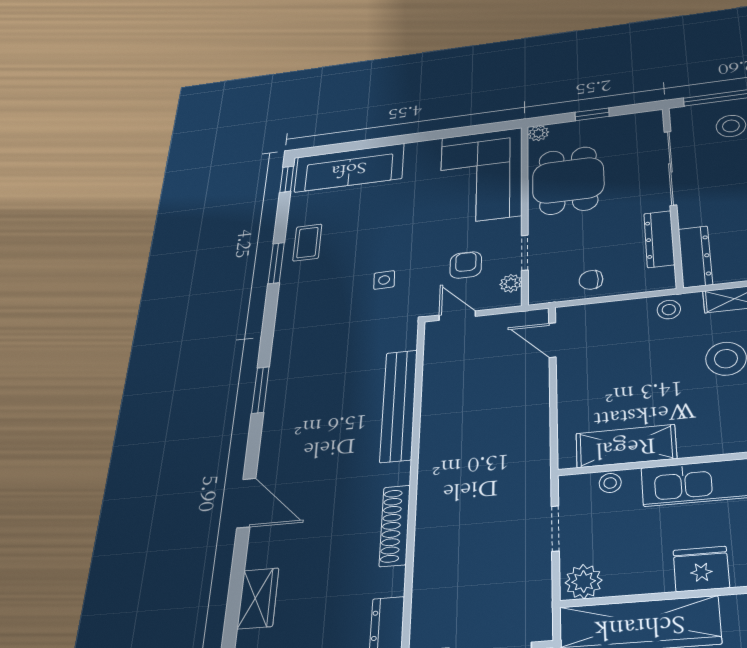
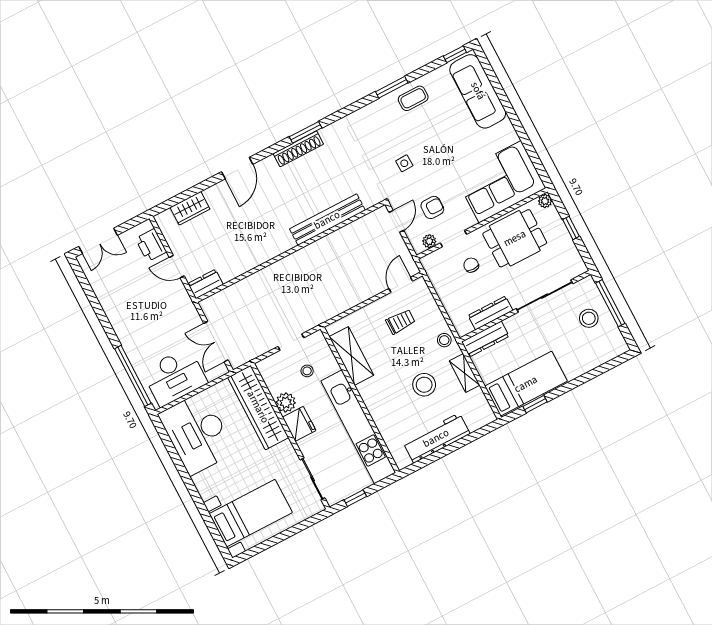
chair: (591, 280) -> (471, 265), moved
trolley: (608, 359) -> (400, 322), added
stool: (610, 483) -> (307, 371), moved
shoe rack: (395, 526) -> (298, 149), moved, turned 180
plant: (584, 581) -> (286, 402), moved

